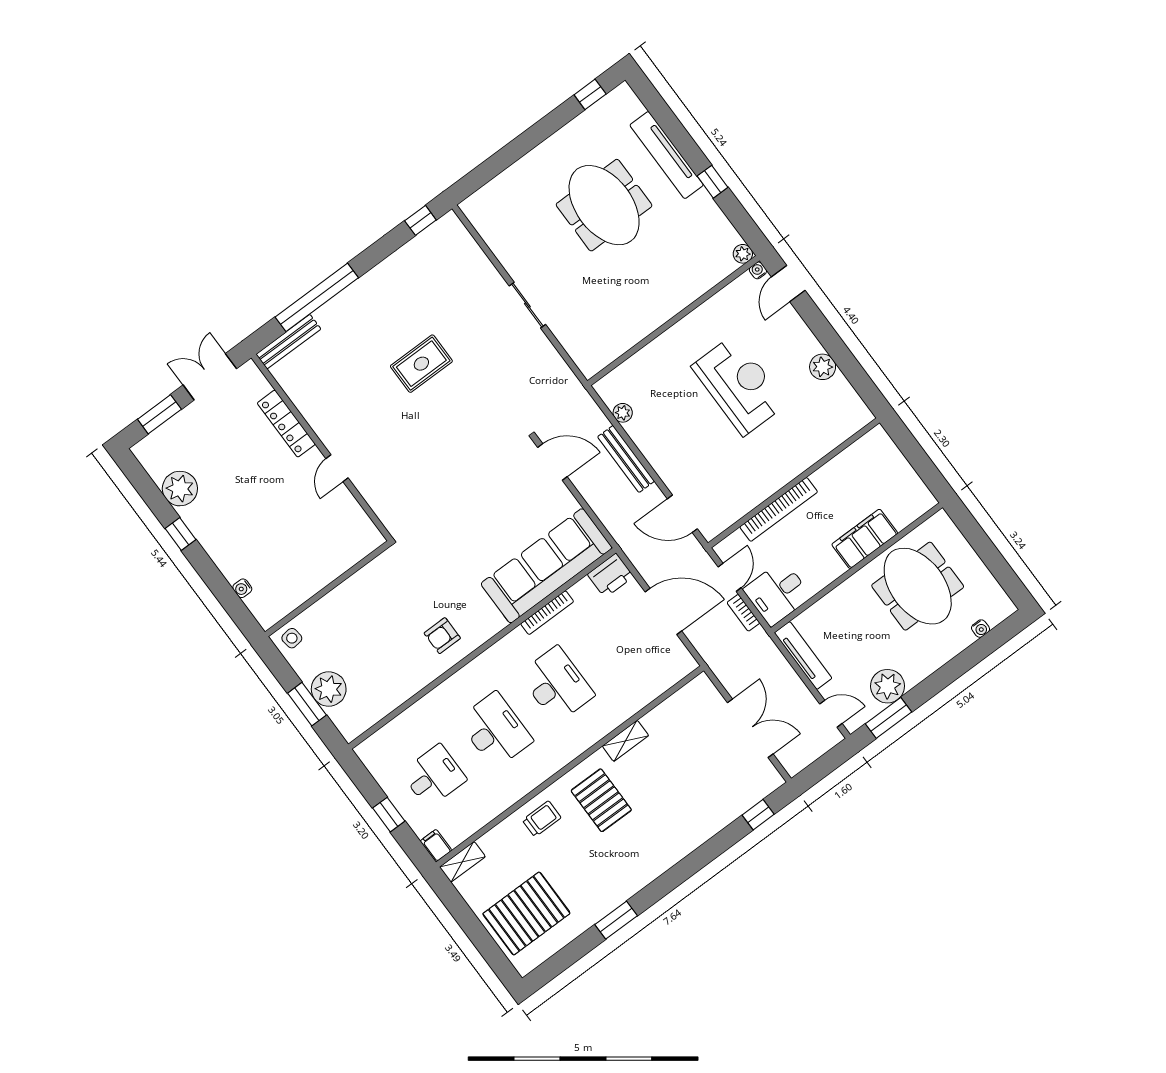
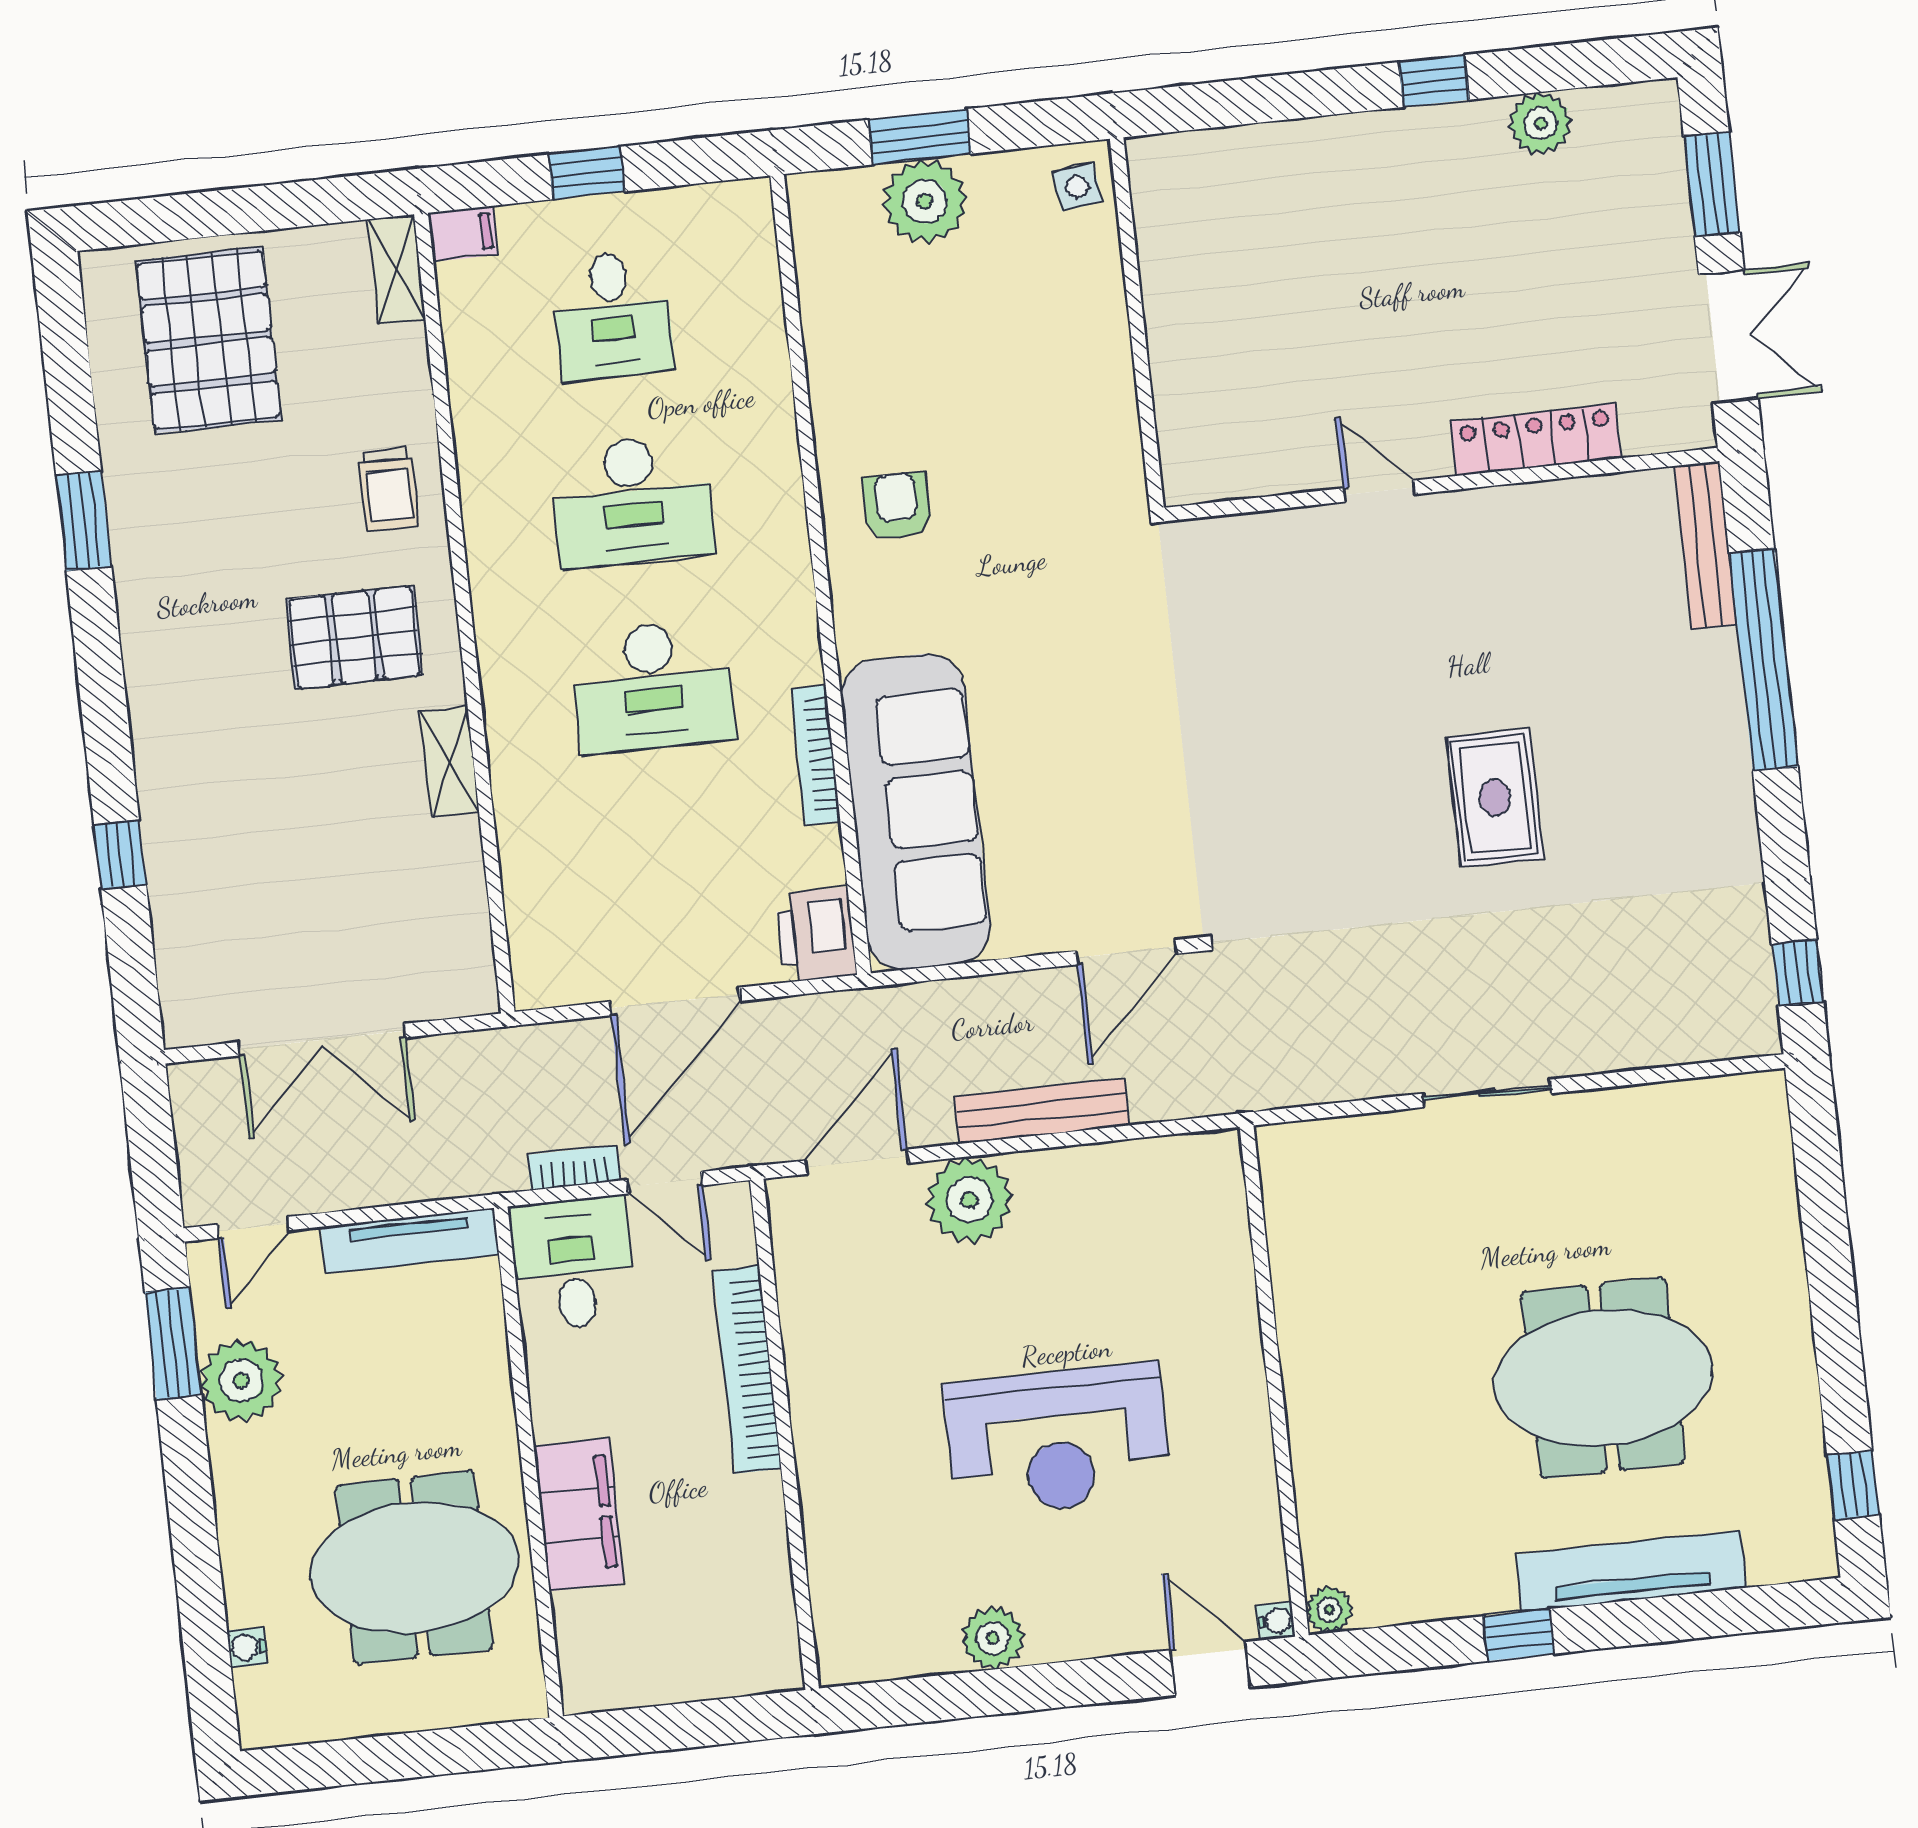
plant: (623, 413) -> (969, 1200), moved, width x1.88, depth x1.88
plant: (180, 489) -> (1540, 123), width x0.73, depth x0.73
water cooler: (242, 588) -> (1243, 144), removed
window: (758, 815) -> (120, 855), moved

